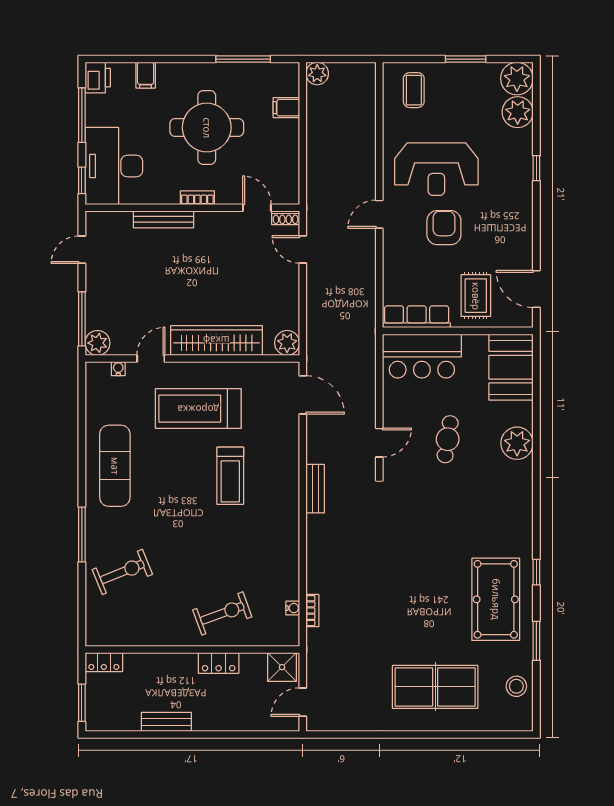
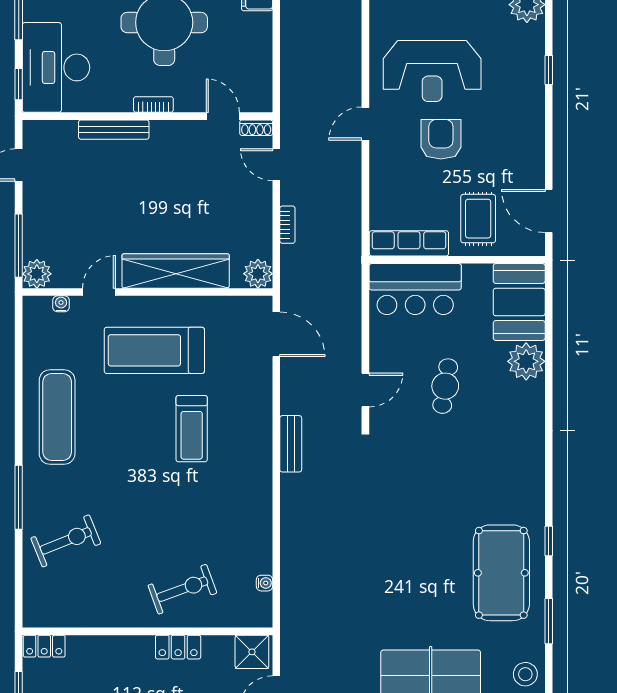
plant: (517, 443) -> (526, 361), moved
bookcase: (312, 611) -> (287, 225), moved

